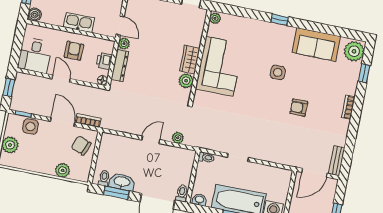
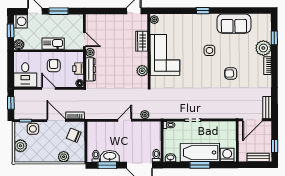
plant: (354, 51) -> (263, 48), moved
wardrobe: (190, 59) -> (142, 41), moved

